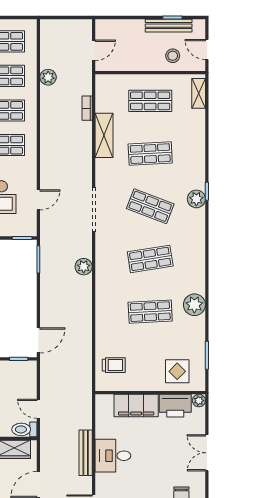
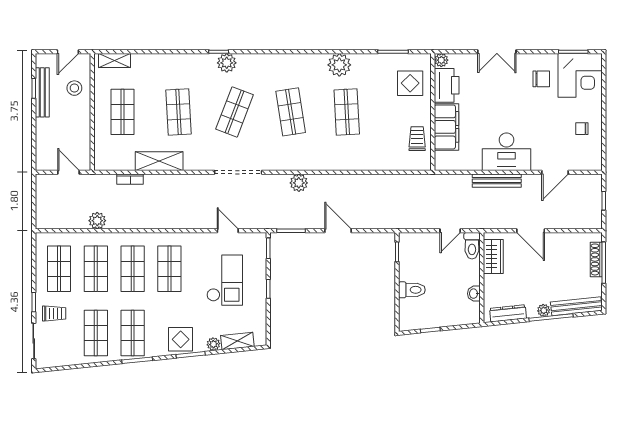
door: (38, 340) -> (338, 231), moved
trolley: (114, 365) -> (417, 139), moved
desk: (113, 456) -> (507, 152), width x1.37

